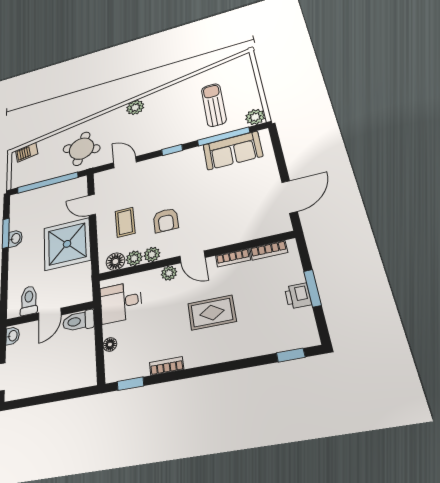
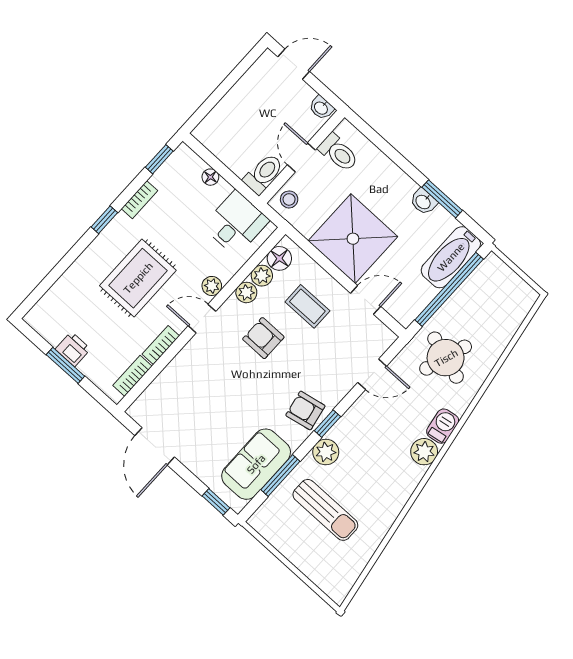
plant: (255, 117) -> (326, 452), moved
window: (223, 136) -> (280, 475), width x0.69
window: (276, 142) -> (216, 502), added
barbecue: (27, 152) -> (443, 426), moved
armchair: (178, 164) -> (305, 411), added
bathtub: (31, 199) -> (451, 257), added
stool: (79, 293) -> (289, 199), added
rug: (212, 313) -> (138, 278), width x1.36, depth x1.43
window: (291, 355) -> (104, 220), moved

